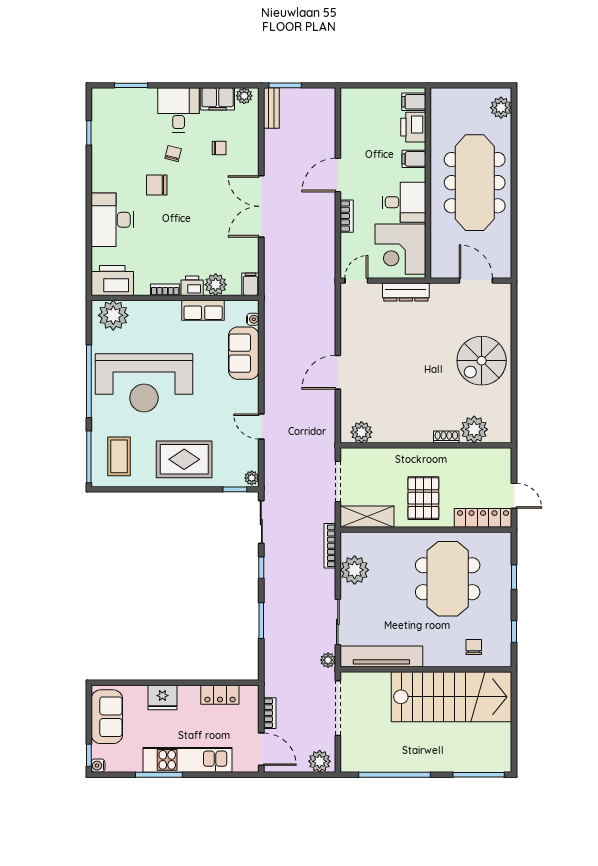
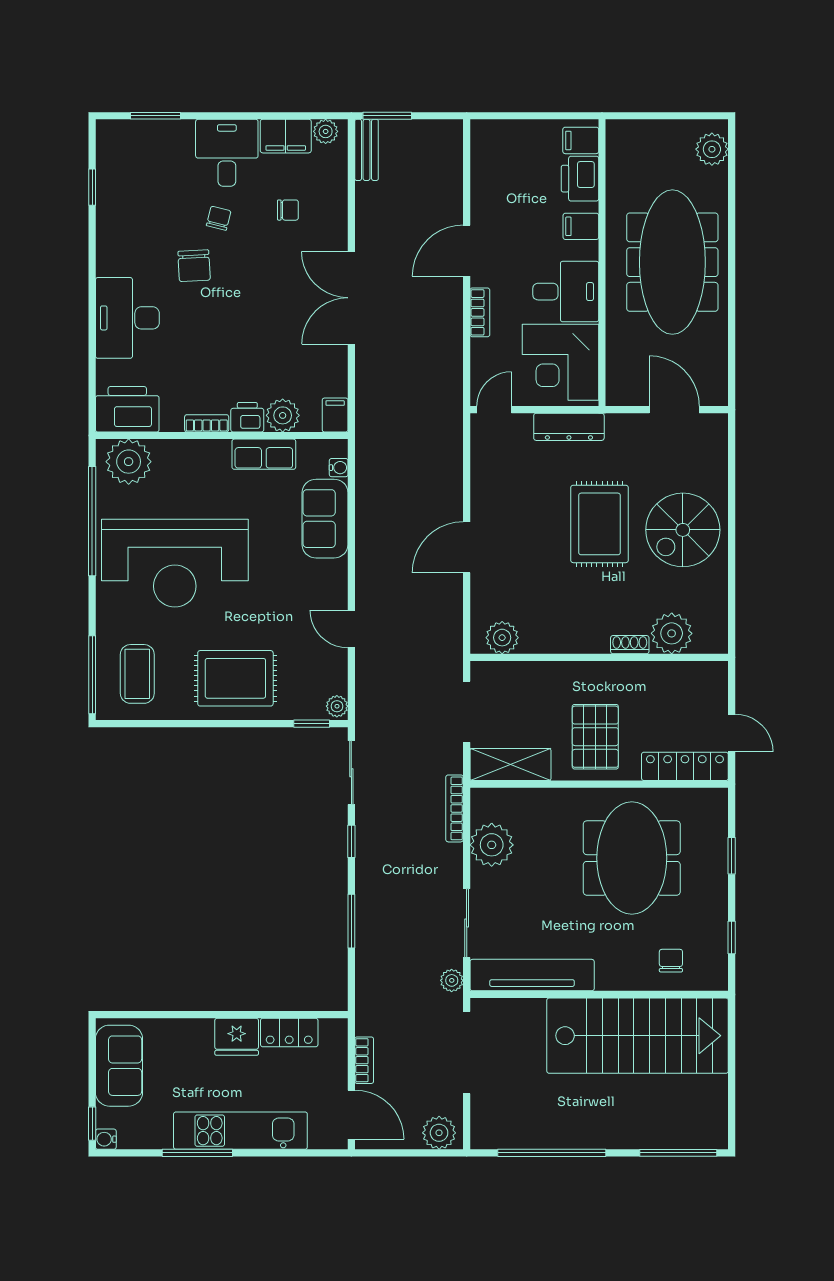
chair: (157, 185) -> (194, 266), turned -93
rug: (426, 357) -> (599, 524), added
window: (89, 381) -> (92, 521), moved
fridge: (162, 697) -> (237, 1037), moved

